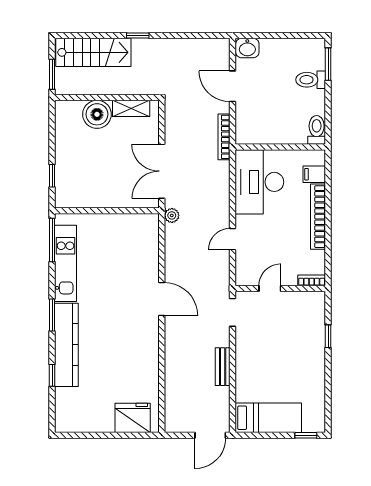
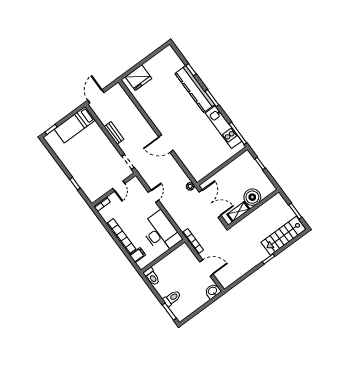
wall: (107, 97) -> (254, 208), moved
shelving: (131, 108) -> (238, 212), moved
boiler: (97, 114) -> (252, 197), moved

